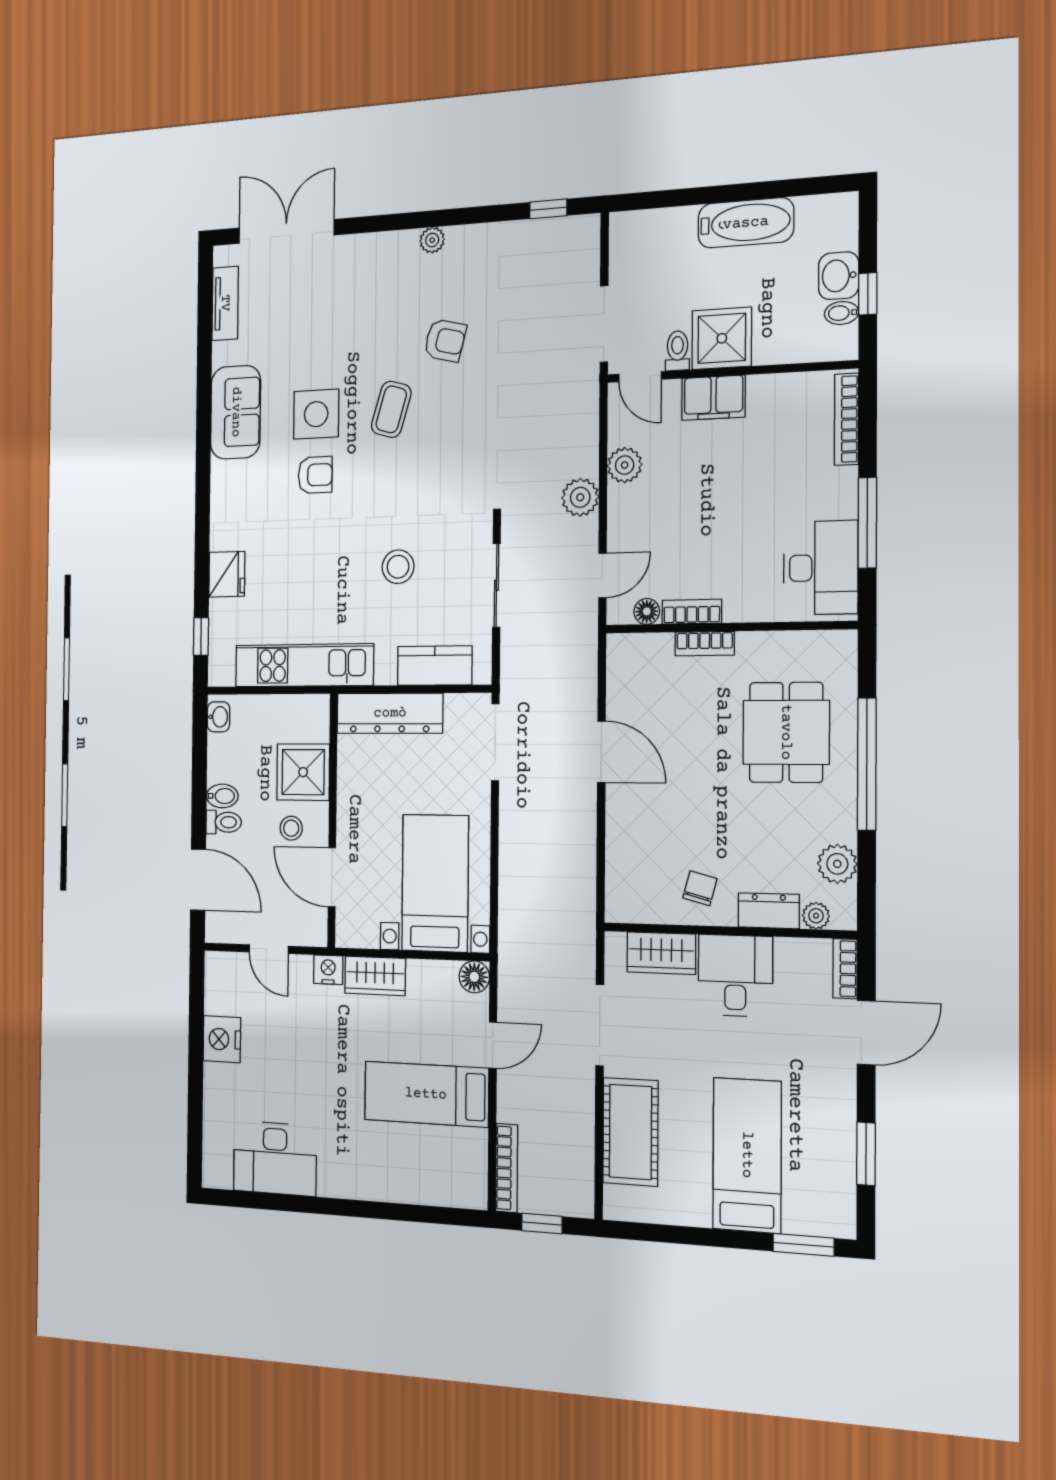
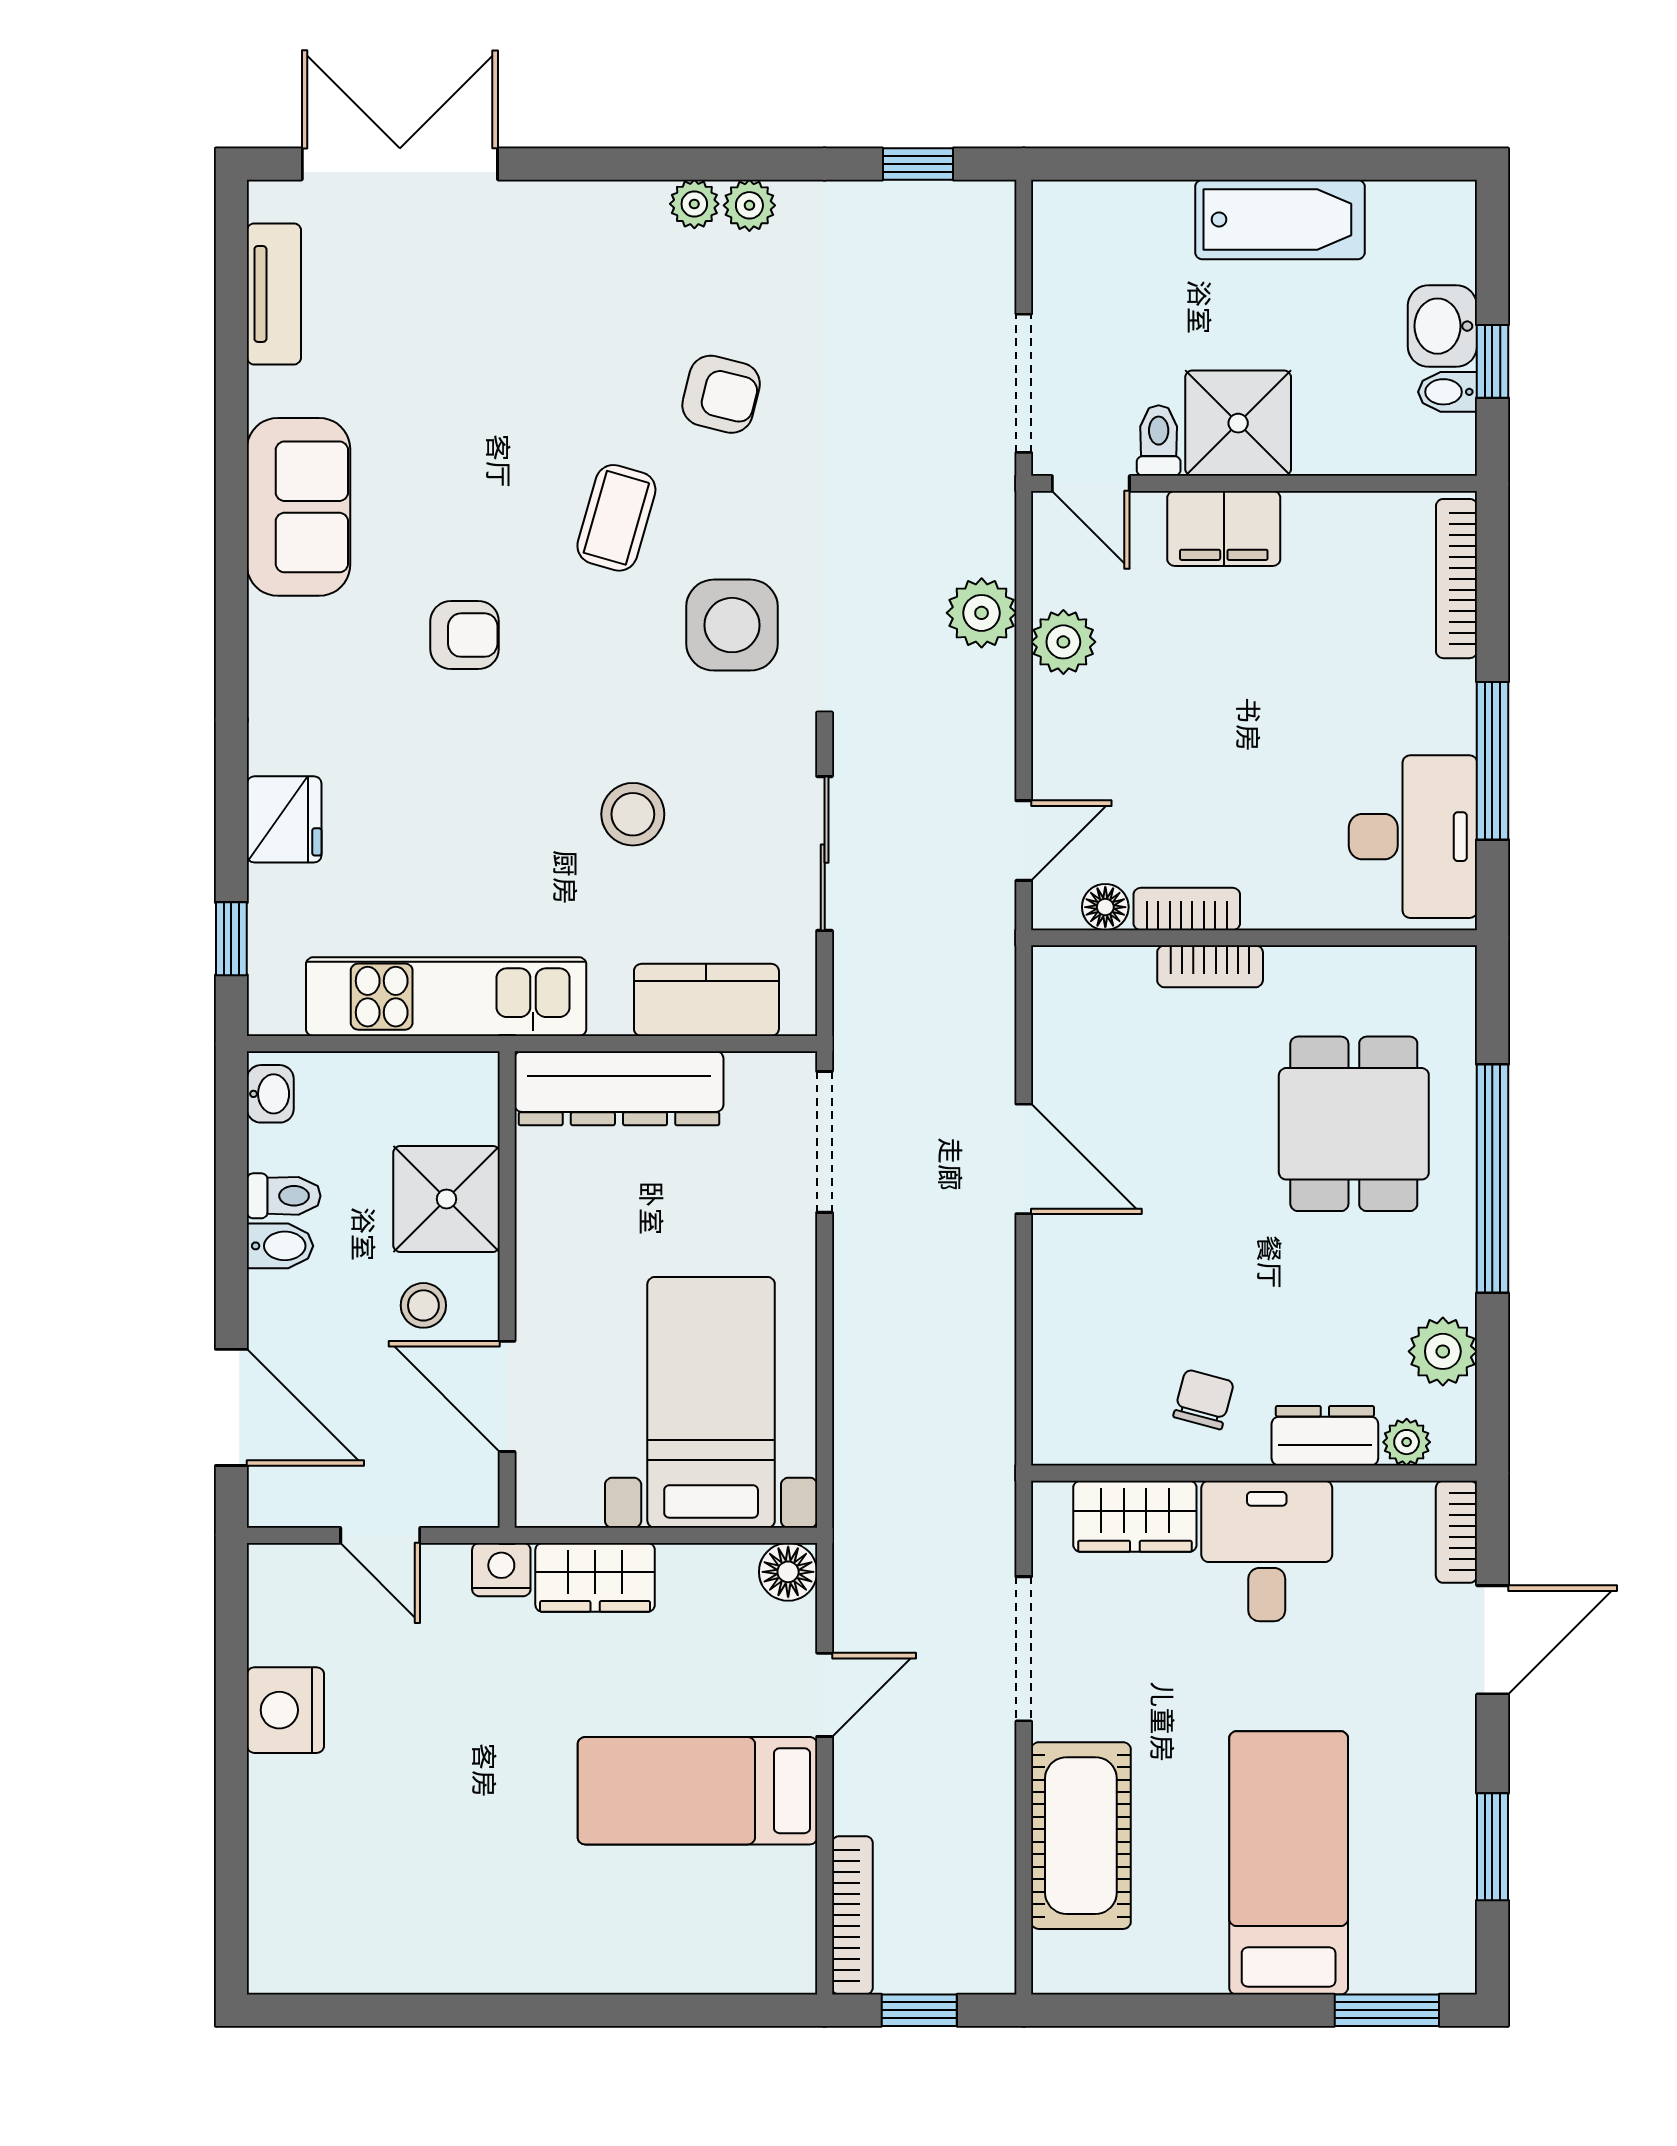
plant: (460, 238) -> (749, 205), added
side table: (316, 414) -> (732, 625), moved
plant: (580, 497) -> (982, 613), moved
toilet: (224, 822) -> (284, 1196), moved
desk: (275, 1158) -> (397, 1929), removed

